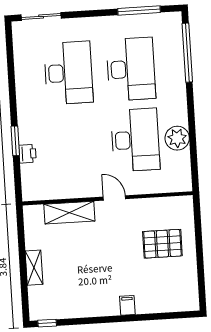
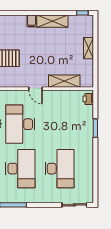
desk: (131, 69) -> (20, 169), turned 180
desk: (68, 73) -> (59, 169), turned 180
printer: (27, 154) -> (88, 99), moved
shelving: (94, 307) -> (52, 21), added

